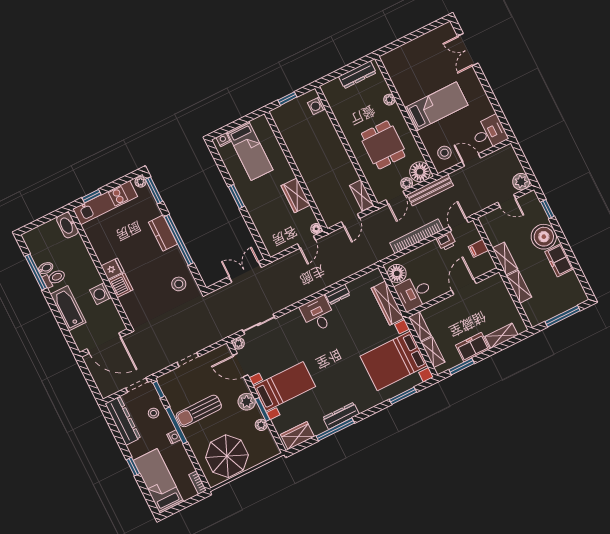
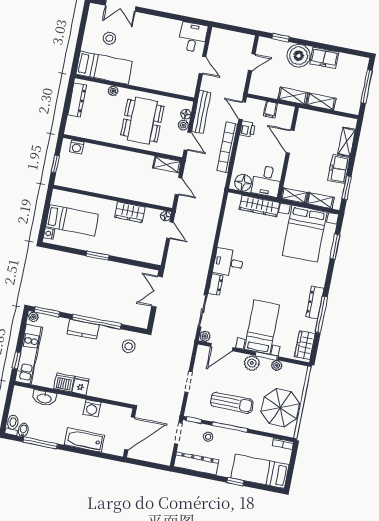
bed: (436, 106) -> (104, 68), moved, turned 90
dining table: (383, 145) -> (142, 121), width x1.38
stool: (444, 153) -> (109, 38), moved
door: (471, 160) -> (203, 65), swing flipped
floor lamp: (420, 172) -> (186, 114), width x0.53, depth x0.53
plant: (521, 182) -> (246, 41), removed
washbasin: (67, 225) -> (44, 398), moved
bidet: (46, 268) -> (23, 430), moved
toilet: (54, 278) -> (12, 425), moved
dishwasher: (121, 285) -> (64, 383), moved
dresser: (338, 294) -> (216, 284), moved
sun lounger: (199, 411) -> (232, 403), turned -90
nightstand: (174, 437) -> (237, 435), removed

